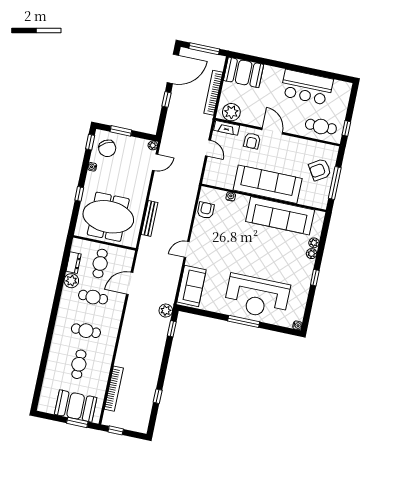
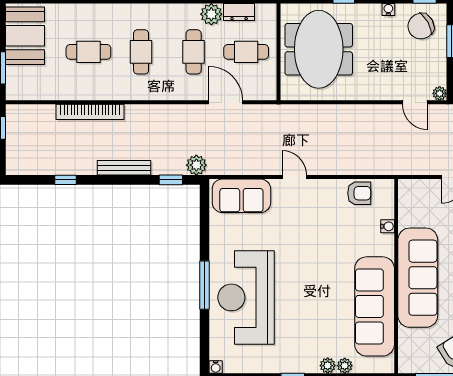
bench: (150, 218) -> (124, 168), moved
bookcase: (114, 389) -> (90, 112), moved
booth: (76, 406) -> (25, 36), moved

